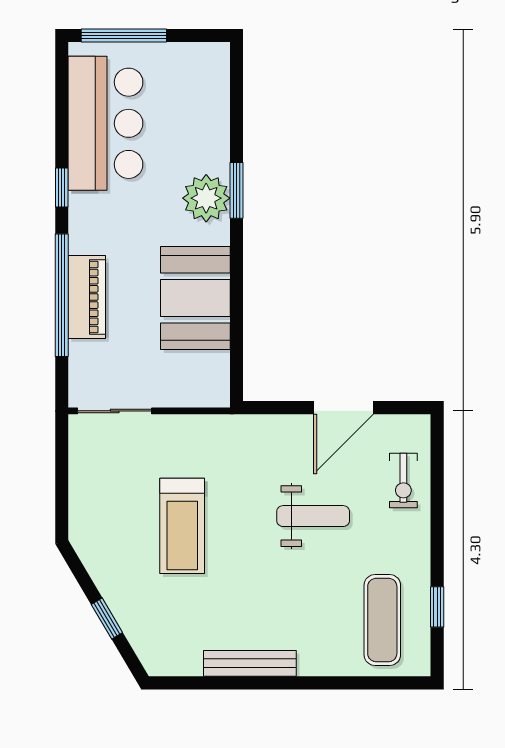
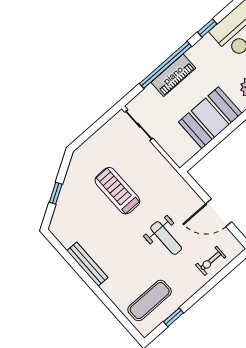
treadmill: (182, 526) -> (117, 191), turned 90

